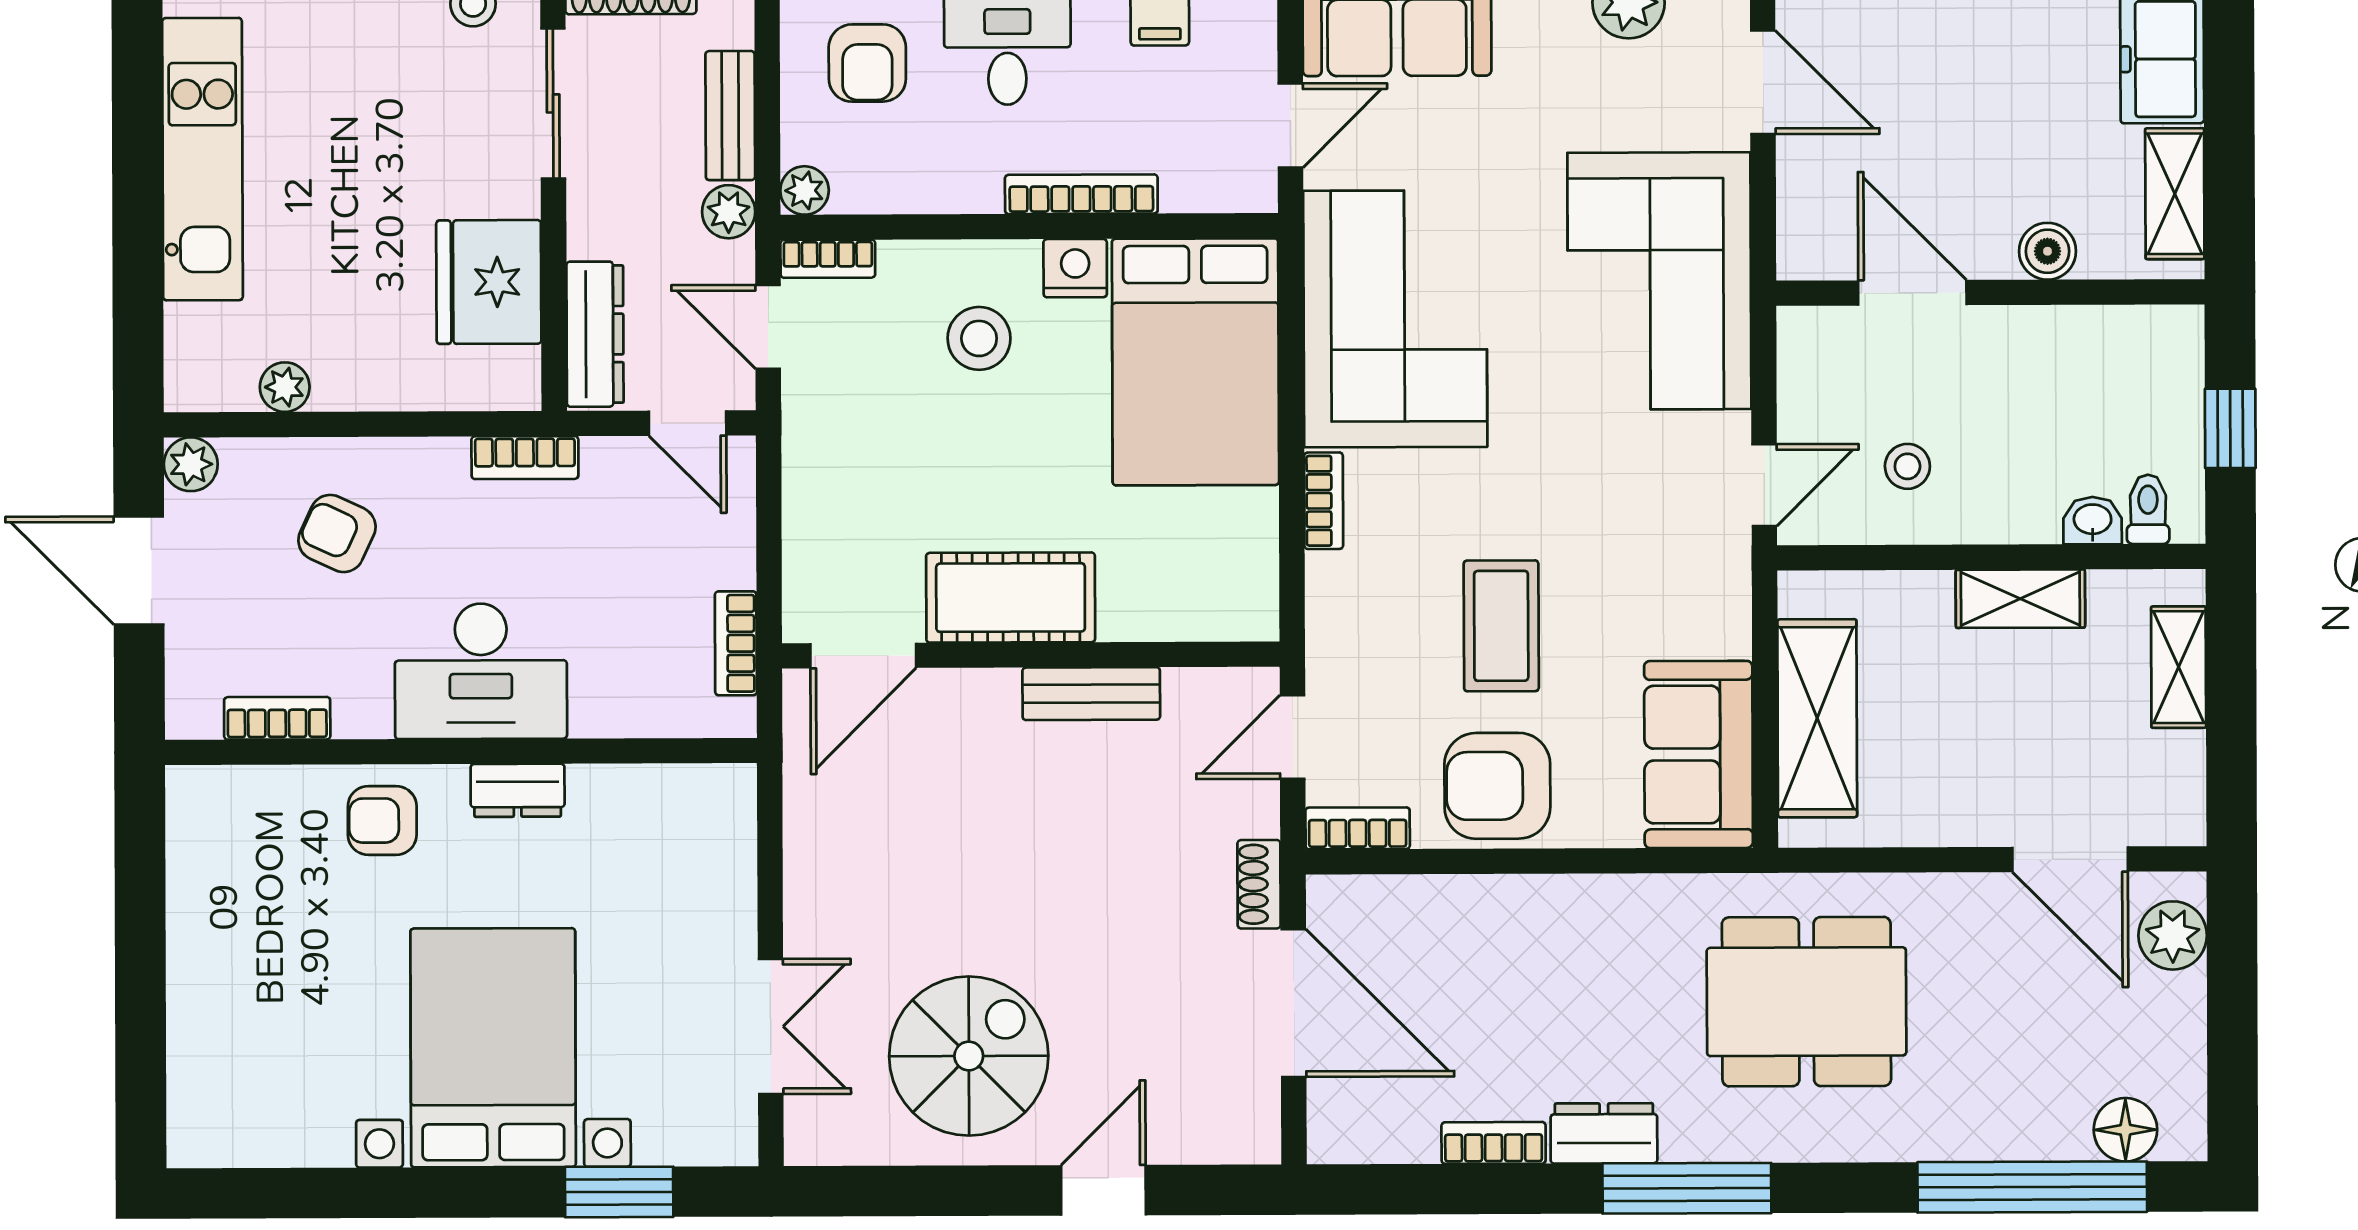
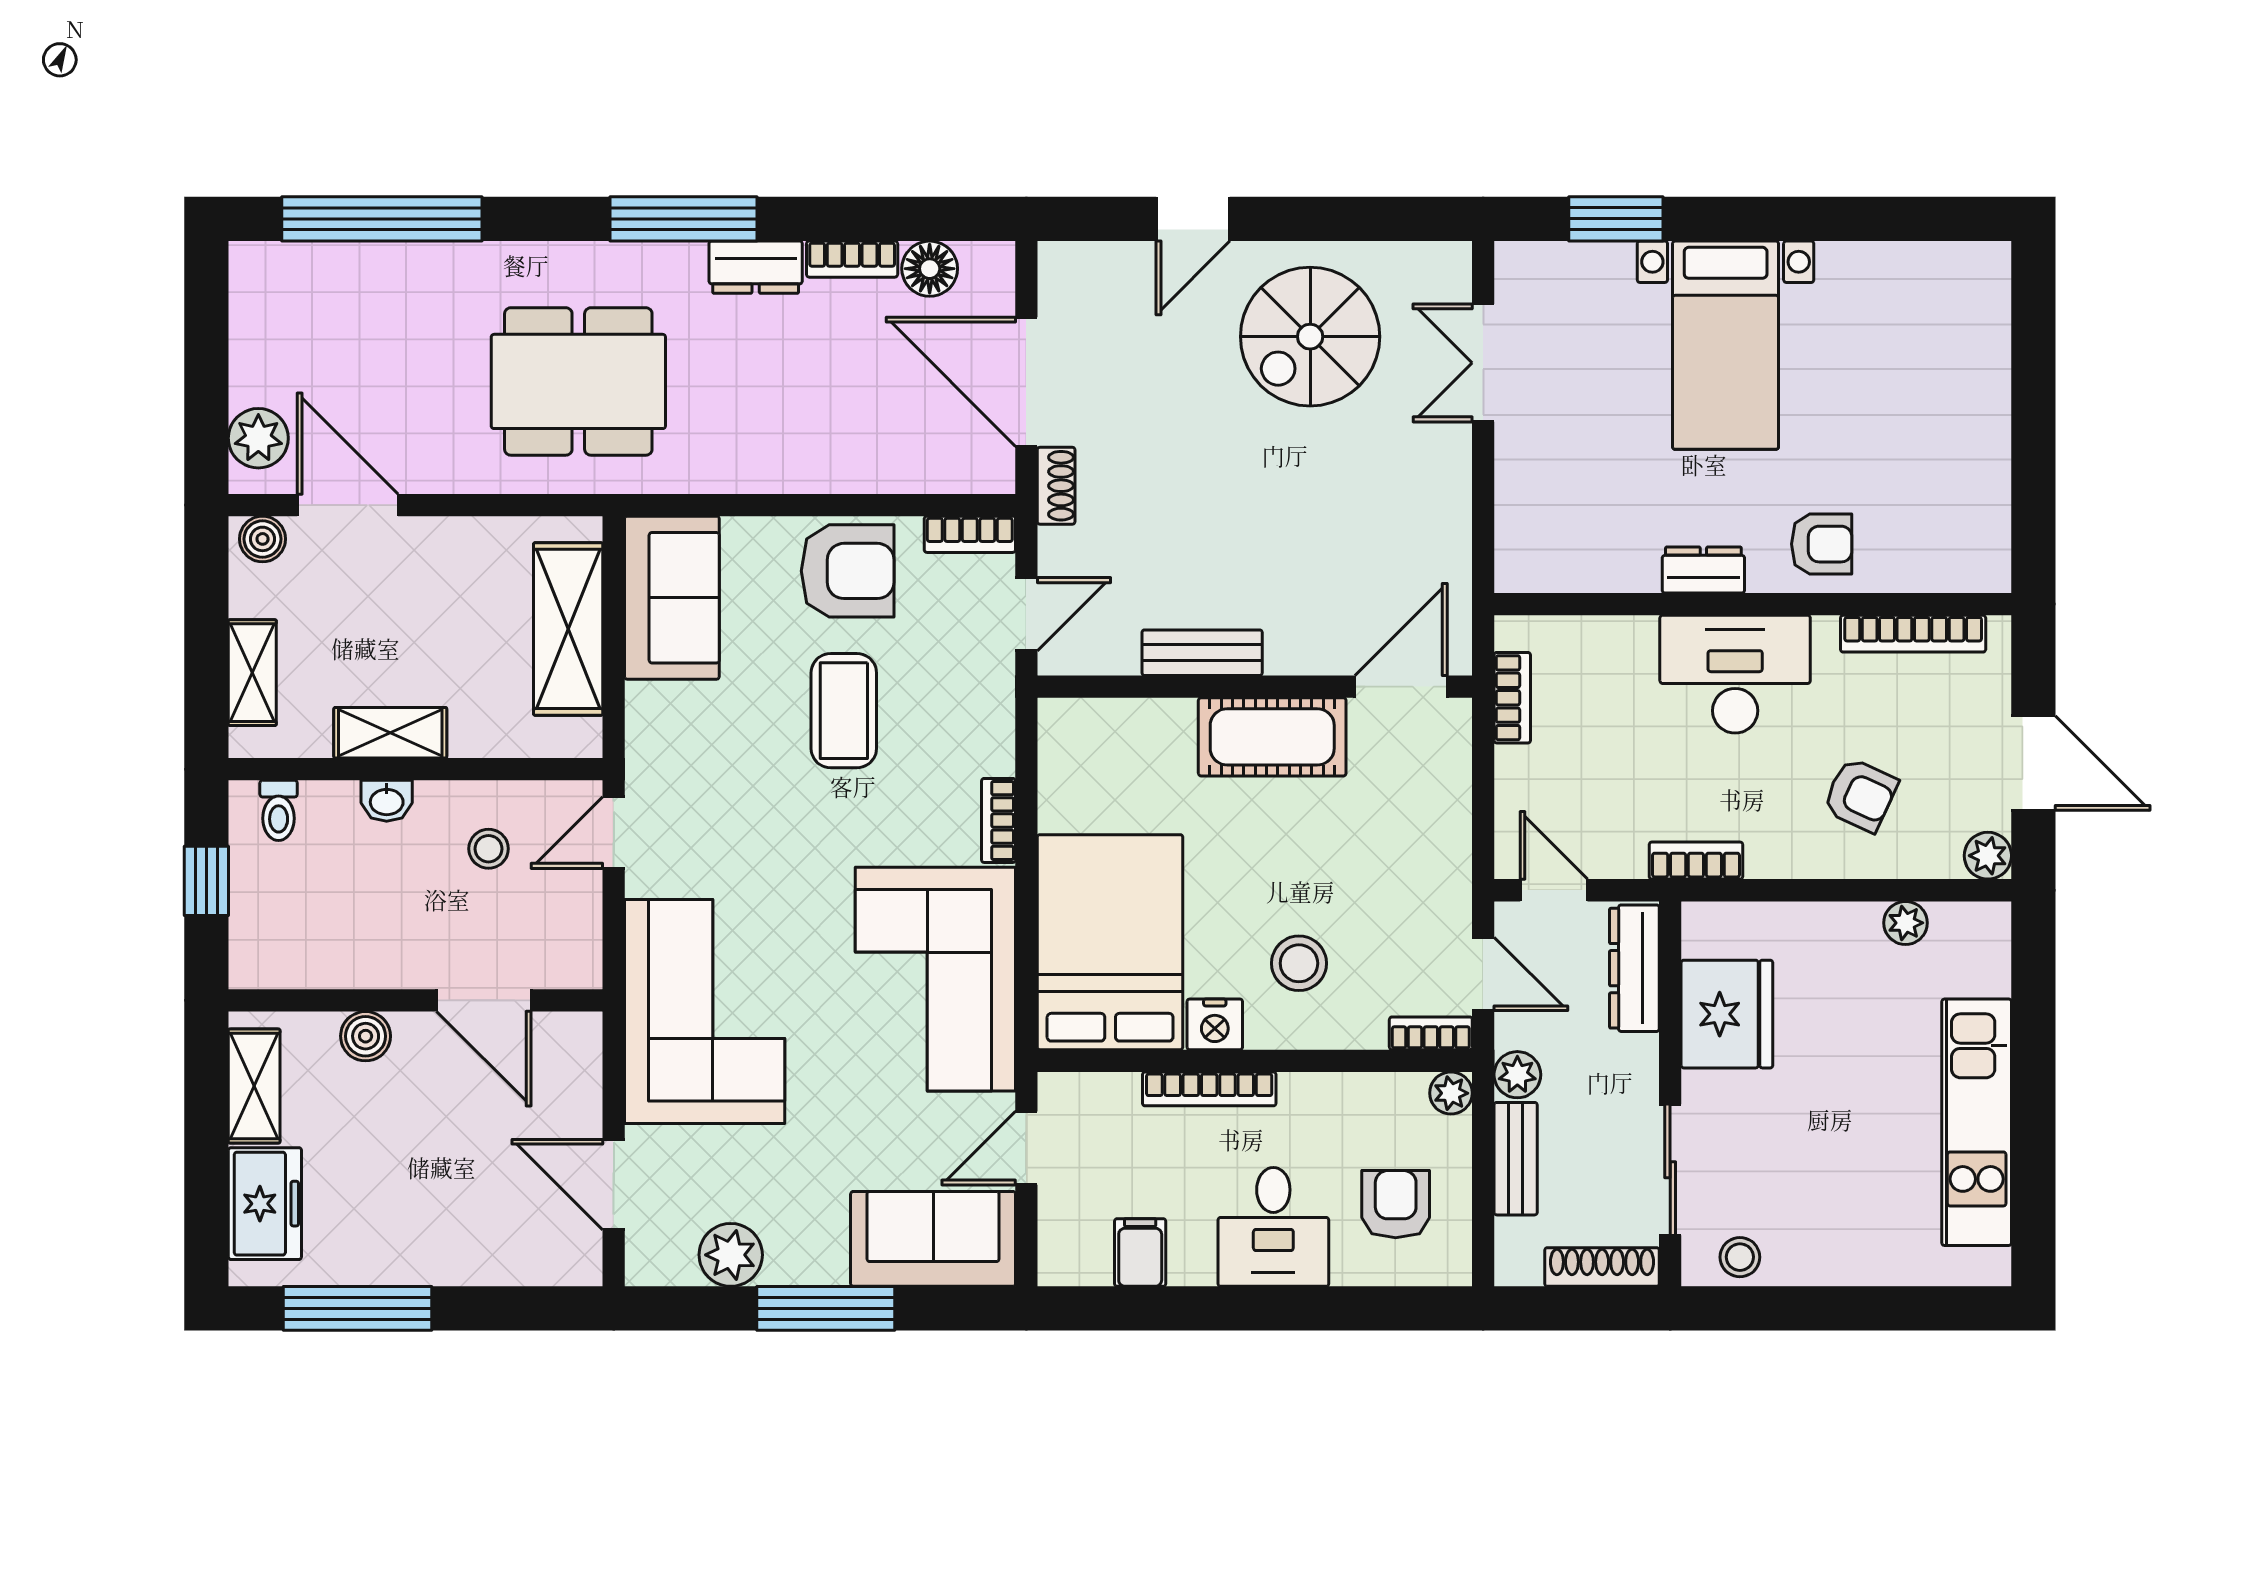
washbasin: (2093, 521) -> (387, 801), moved
bookcase: (277, 718) -> (1913, 634), width x1.56
boiler: (2167, 820) -> (263, 539), added
bed with nightstands: (493, 1048) -> (1726, 345), width x0.73
floor lamp: (2125, 1130) -> (930, 269), moved

